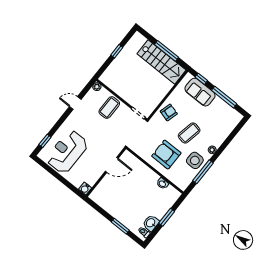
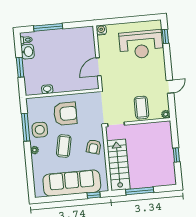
stairs: (161, 62) -> (118, 165), moved, turned 90
sofa: (200, 92) -> (72, 183), width x1.85, depth x1.27
window: (224, 97) -> (64, 198), removed
reception desk: (67, 152) -> (141, 44), turned 90
window: (120, 226) -> (48, 27), width x1.44

